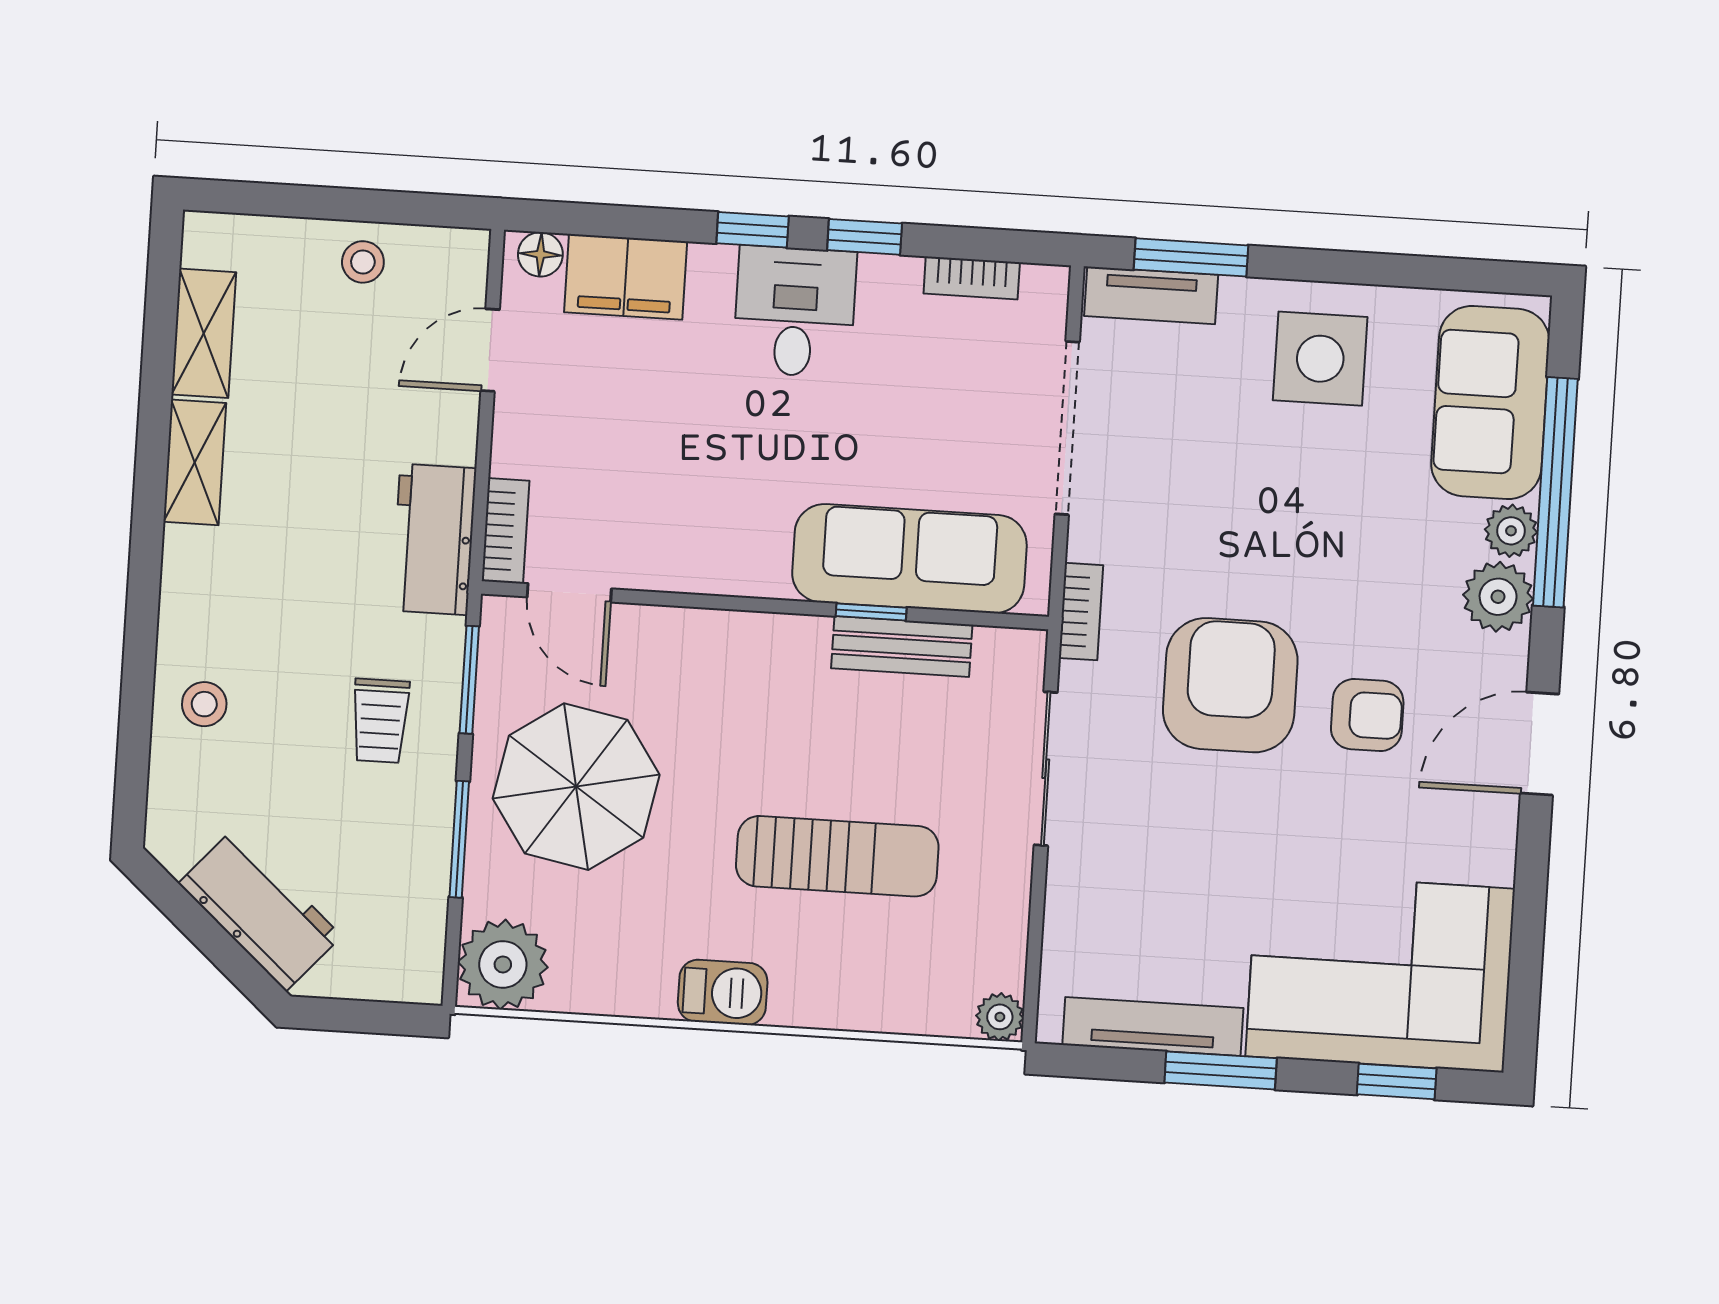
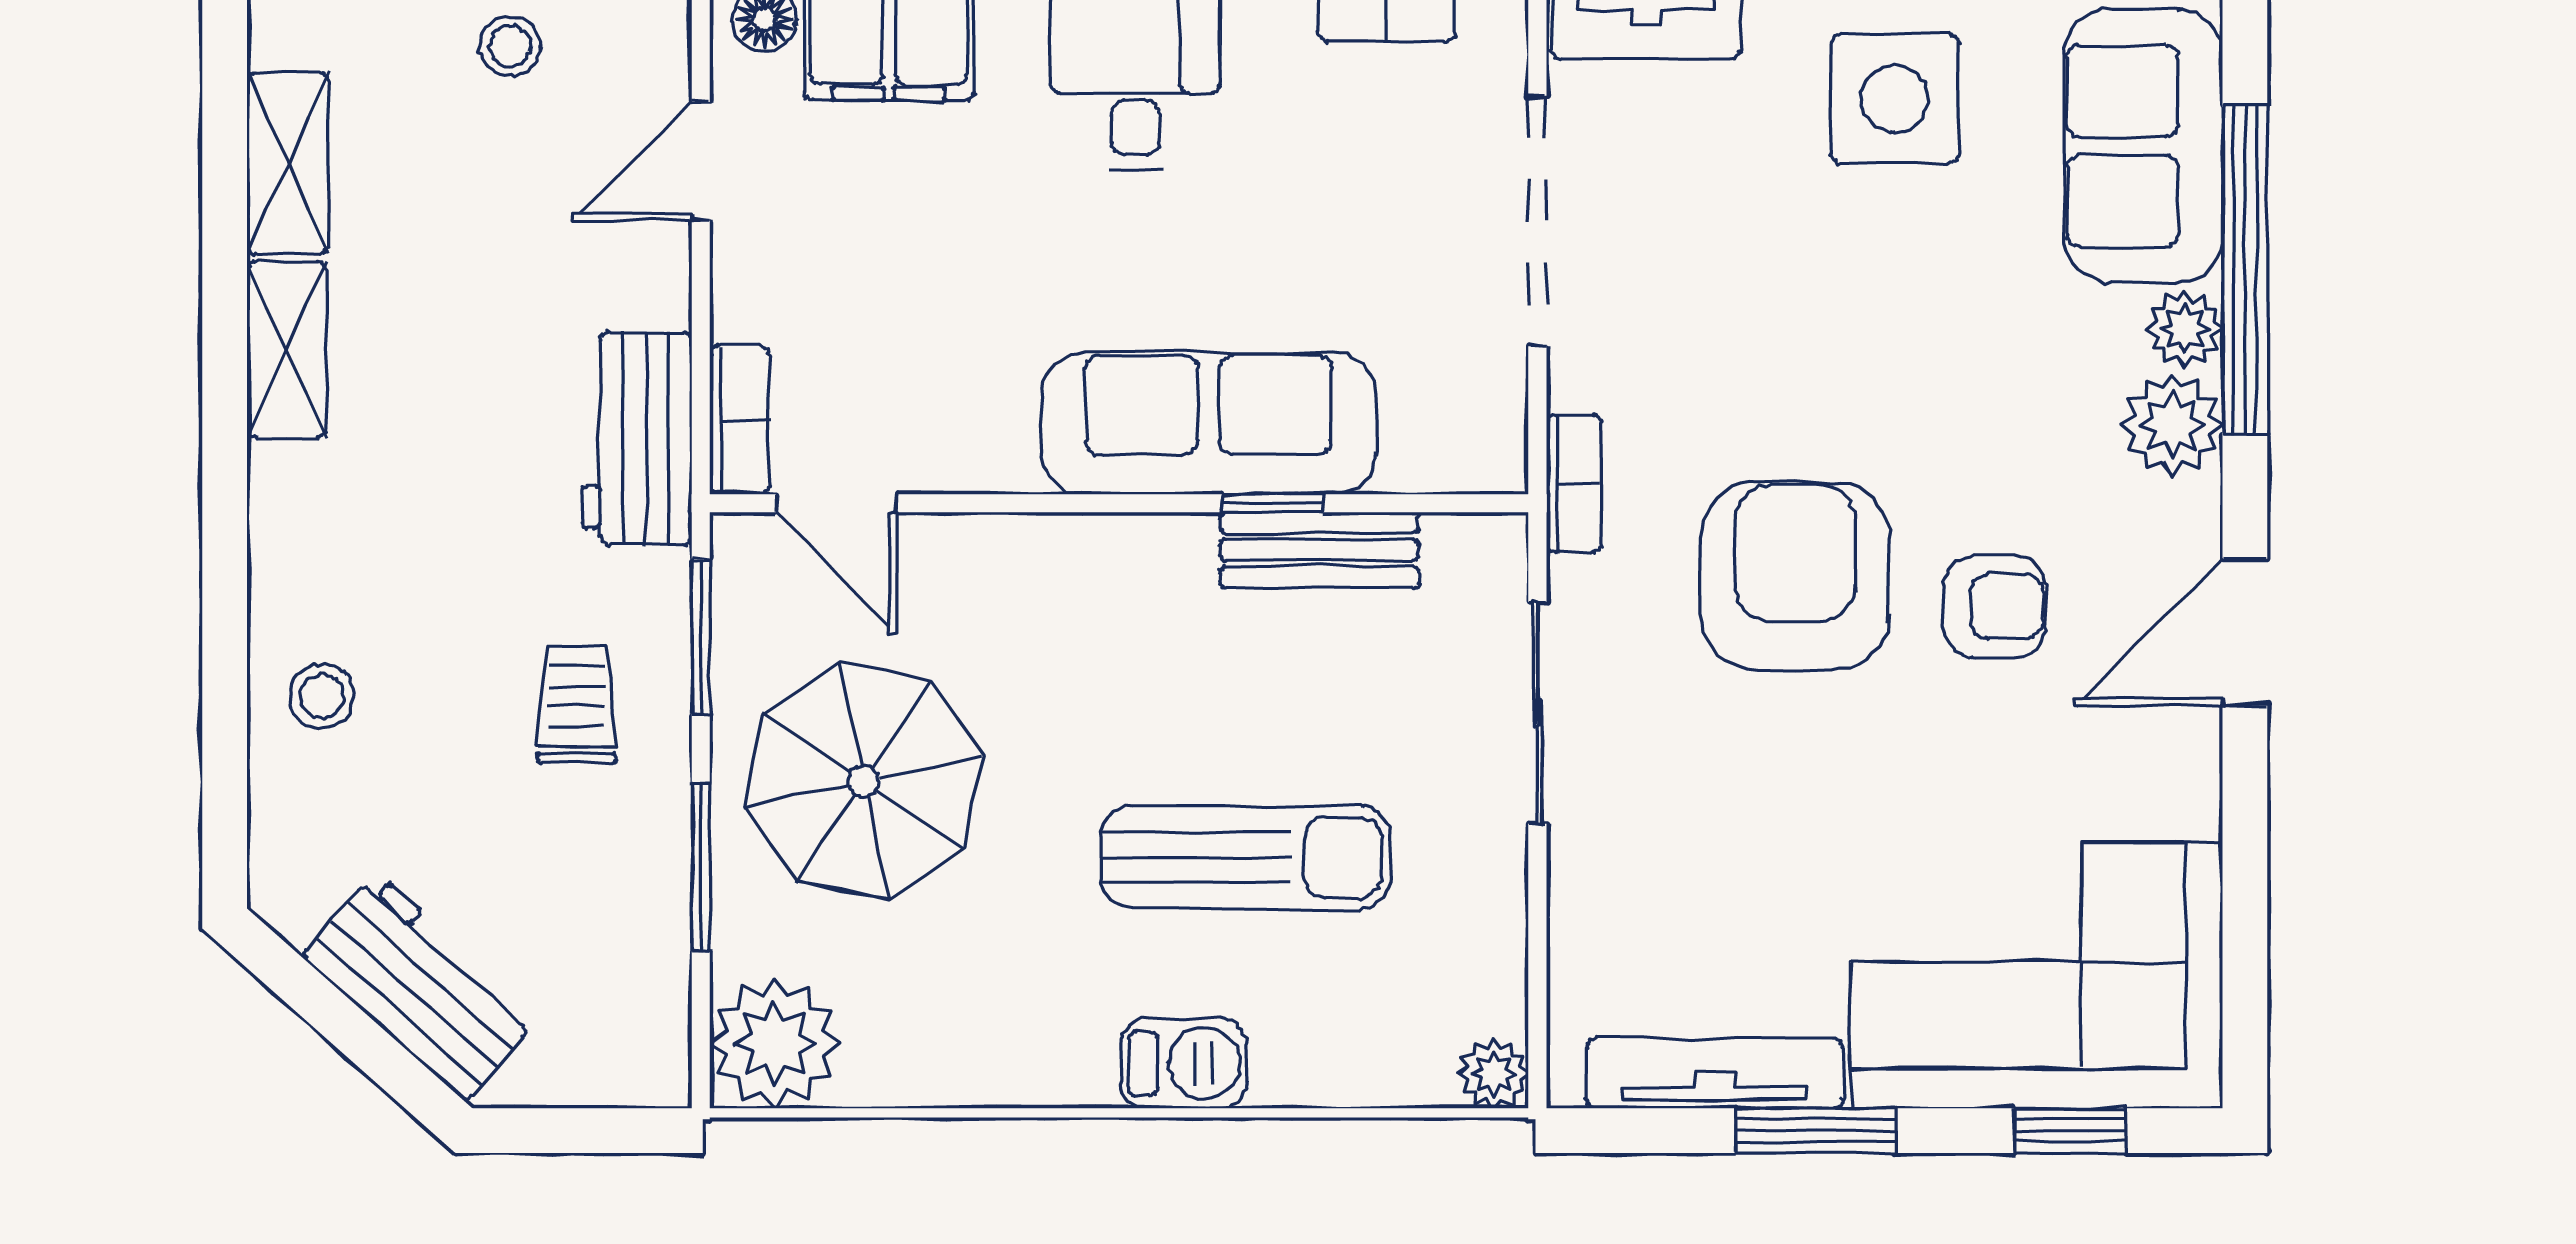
sofa: (909, 559) -> (1209, 423), moved
trolley: (380, 721) -> (576, 704), turned 180
barbecue: (723, 992) -> (1184, 1063), moved

